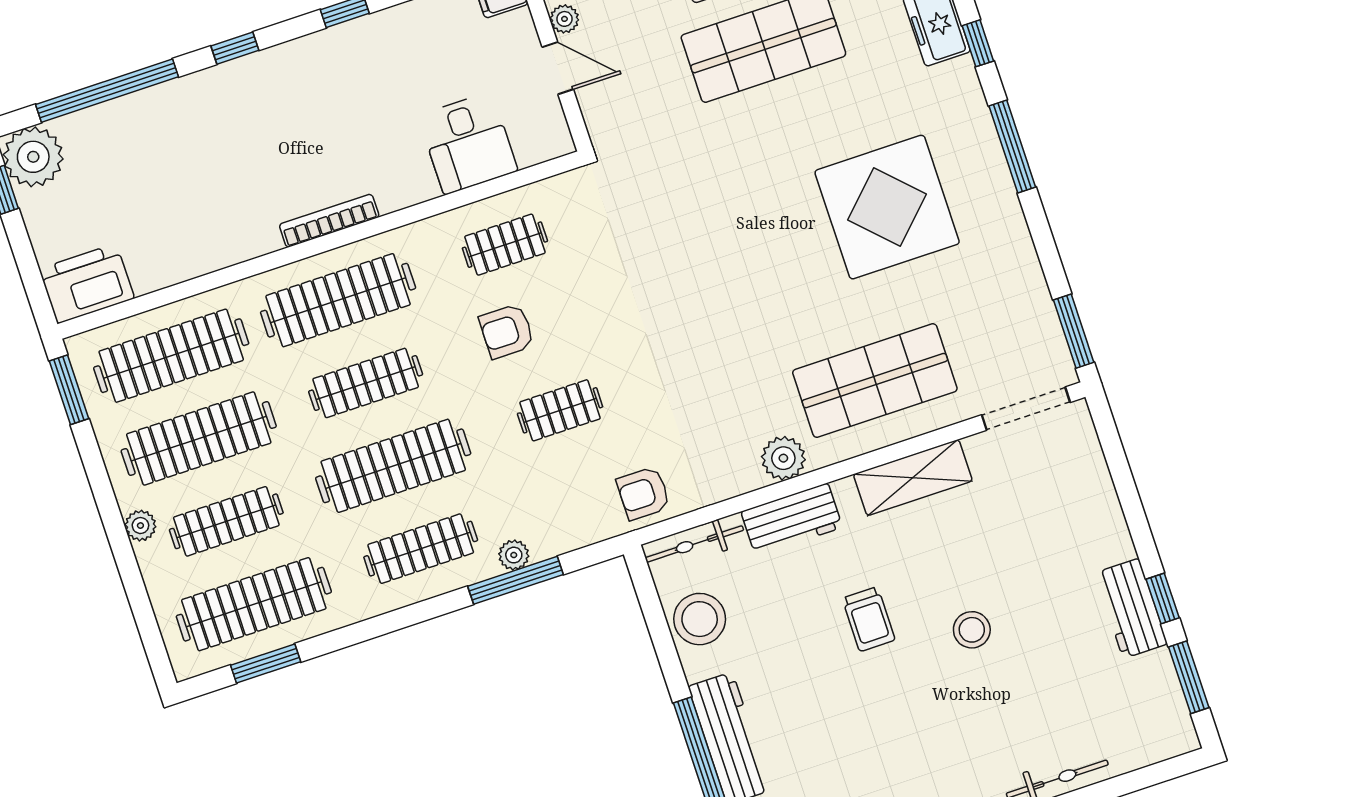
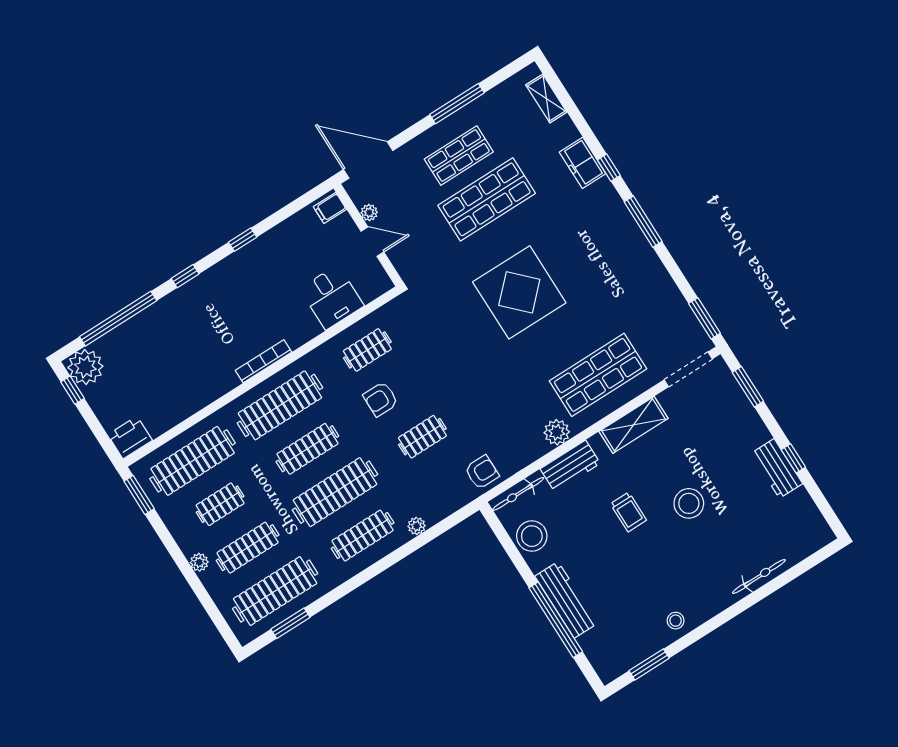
display table: (887, 207) -> (519, 292), moved
printer: (87, 284) -> (130, 438), width x0.73, depth x0.84
clothes rail: (199, 438) -> (220, 504), width x0.54, depth x0.76
armchair: (643, 493) -> (482, 472), turned 180
window: (516, 580) -> (421, 540), removed
stool: (972, 630) -> (689, 503), width x1.38, depth x1.38
window: (1189, 677) -> (748, 387), moved

